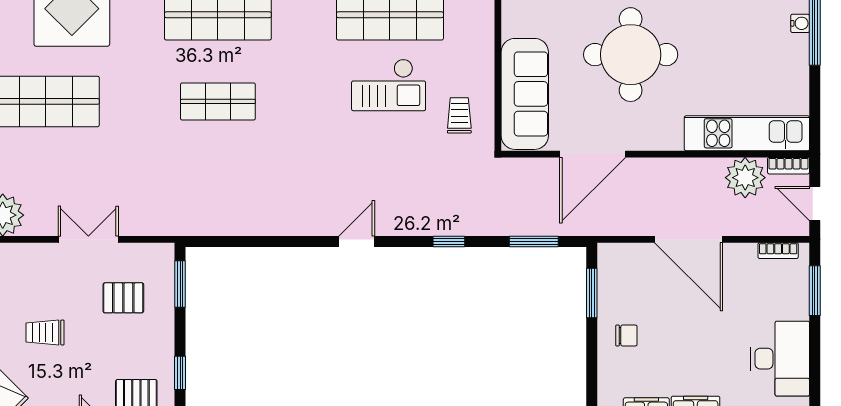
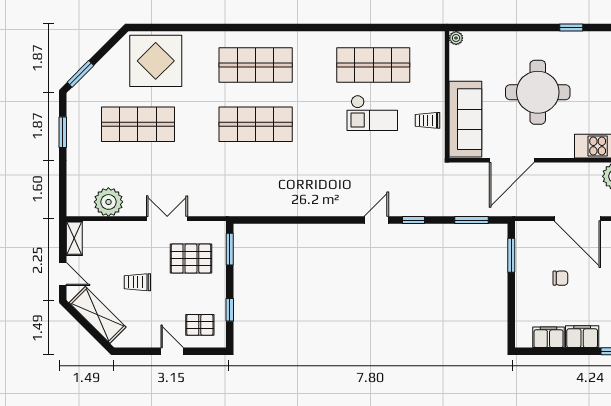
shop shelf: (218, 101) -> (256, 124), width x1.43, depth x1.36
trolley: (459, 115) -> (428, 120), moved, turned -90
door: (357, 242) -> (376, 220), moved
pallet: (123, 298) -> (191, 259), width x1.50, depth x1.42
chair: (626, 335) -> (560, 278), moved

